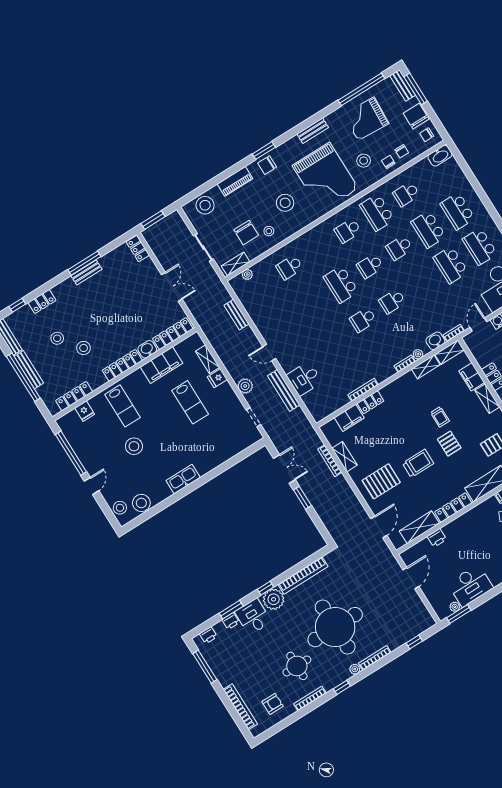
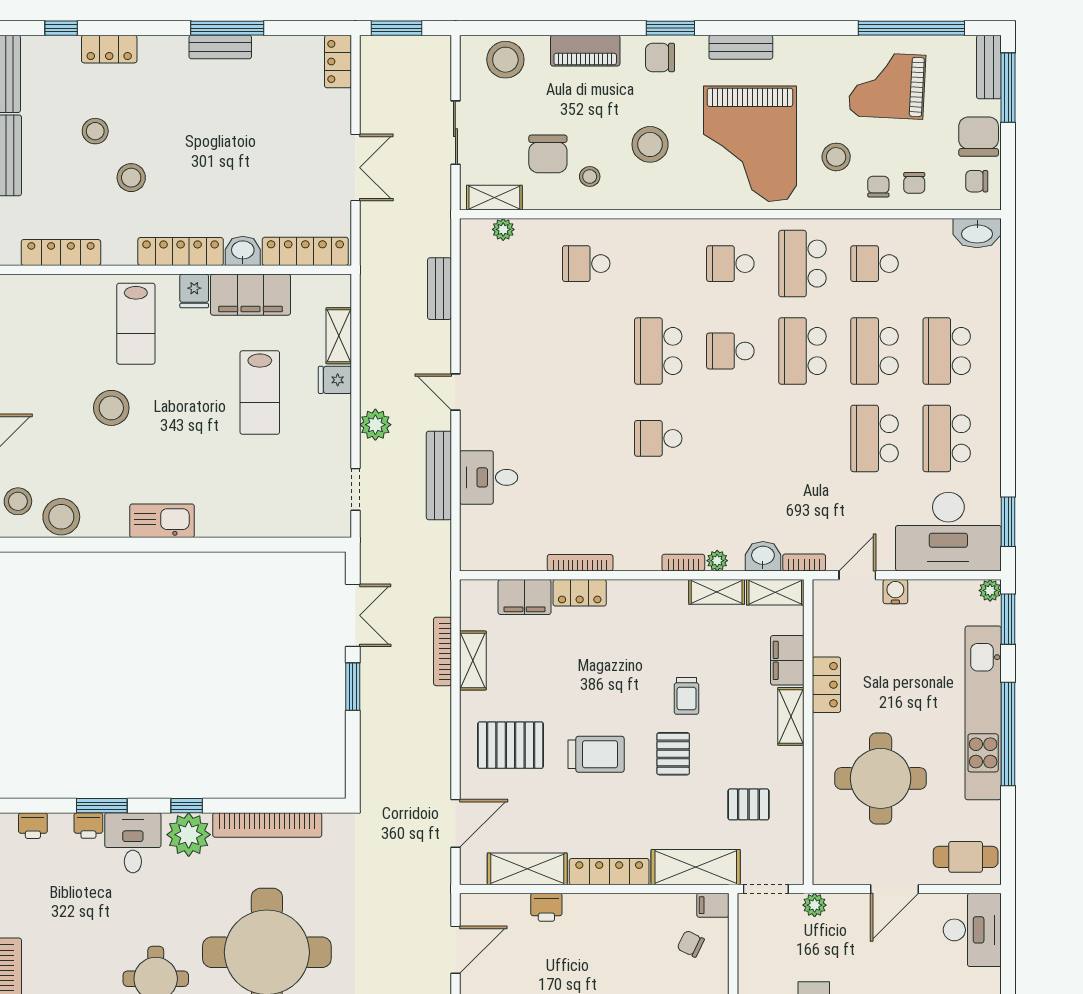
bench: (313, 131) -> (741, 47), moved
school desk: (399, 248) -> (802, 351), width x1.85
school desk: (392, 301) -> (730, 438), removed
fridge: (85, 411) -> (194, 291), moved

